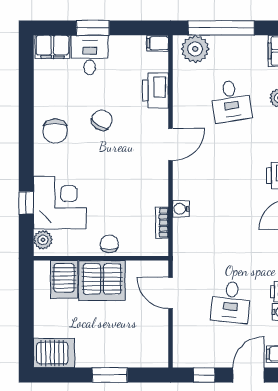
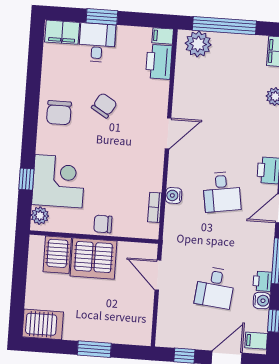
printer: (156, 90) -> (159, 62), moved
desk: (231, 101) -> (222, 192), moved
chair: (109, 244) -> (103, 224), turned -90

